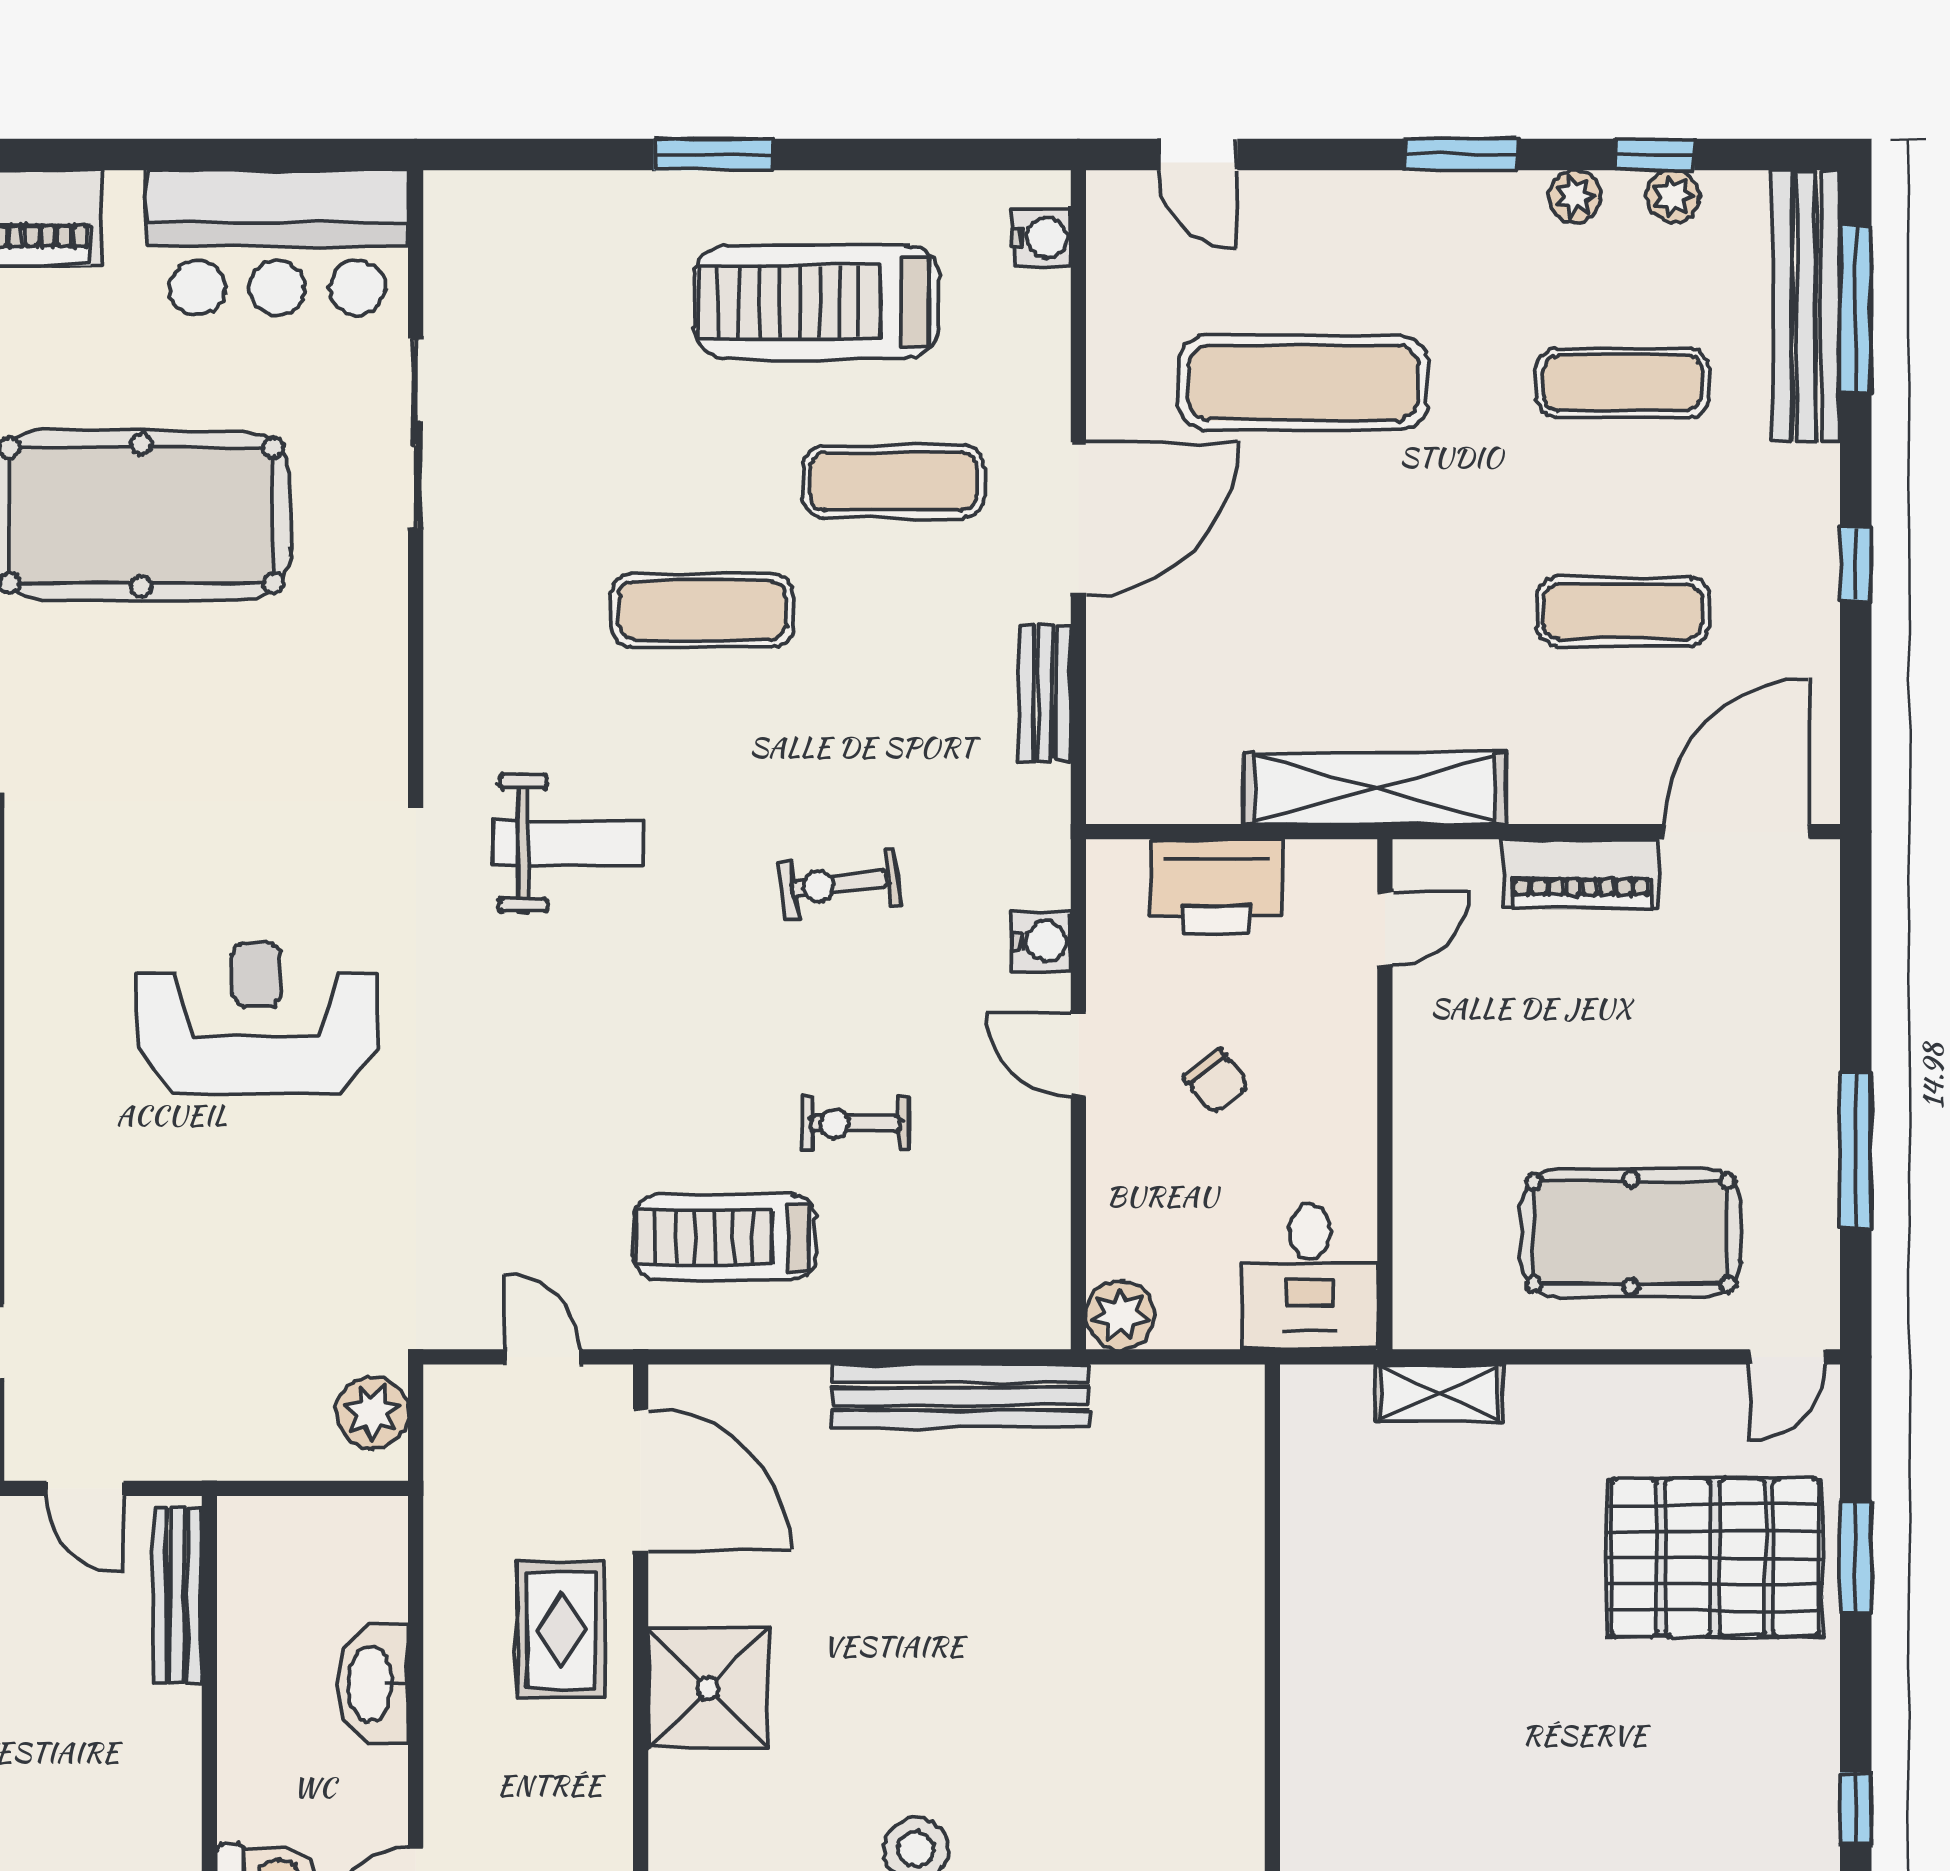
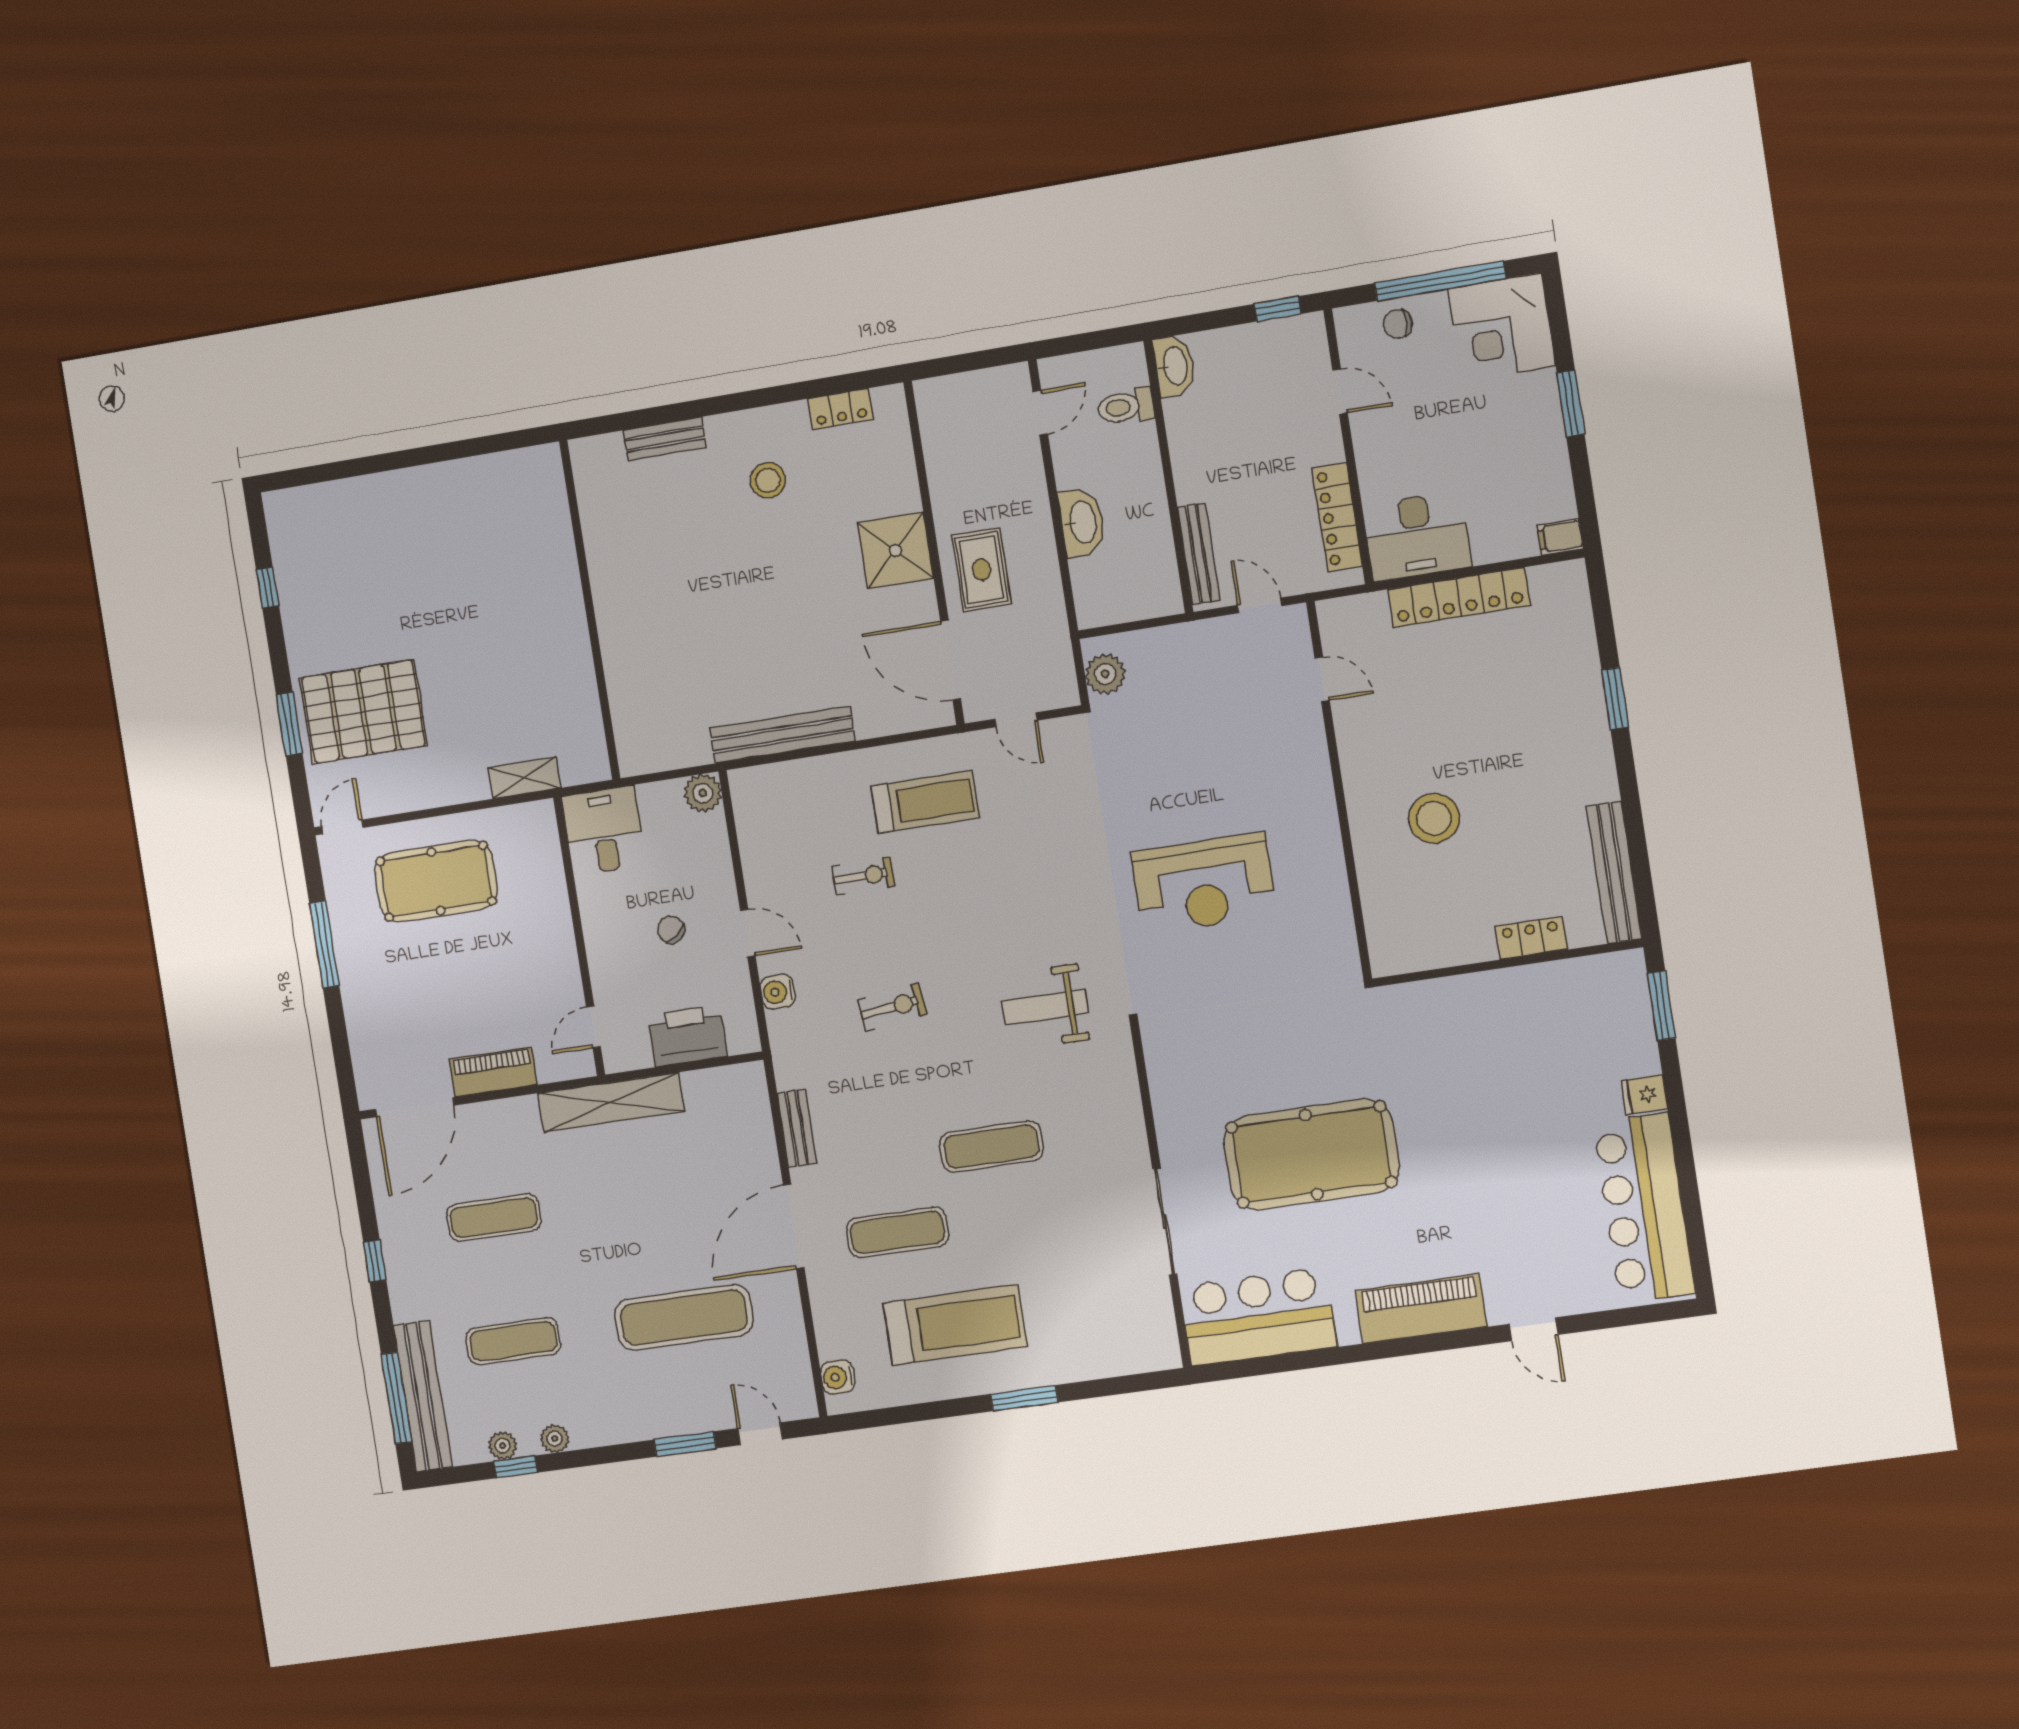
window: (1461, 155) -> (685, 1444), moved

